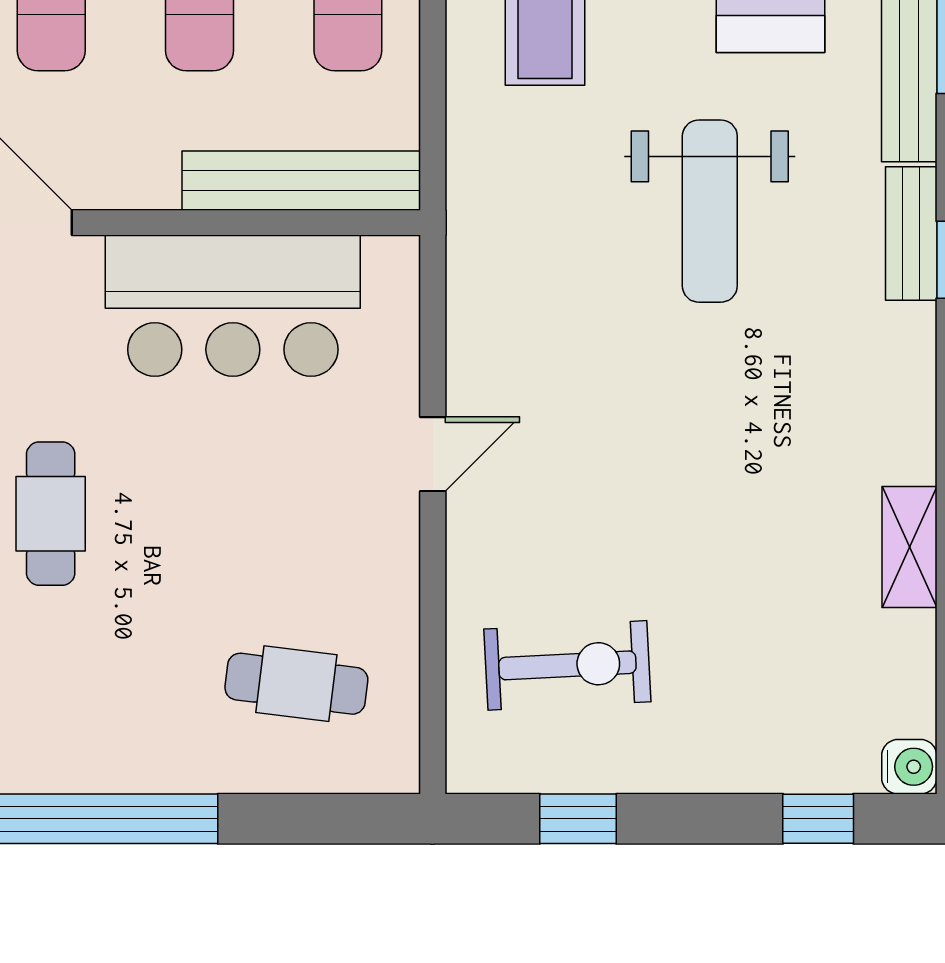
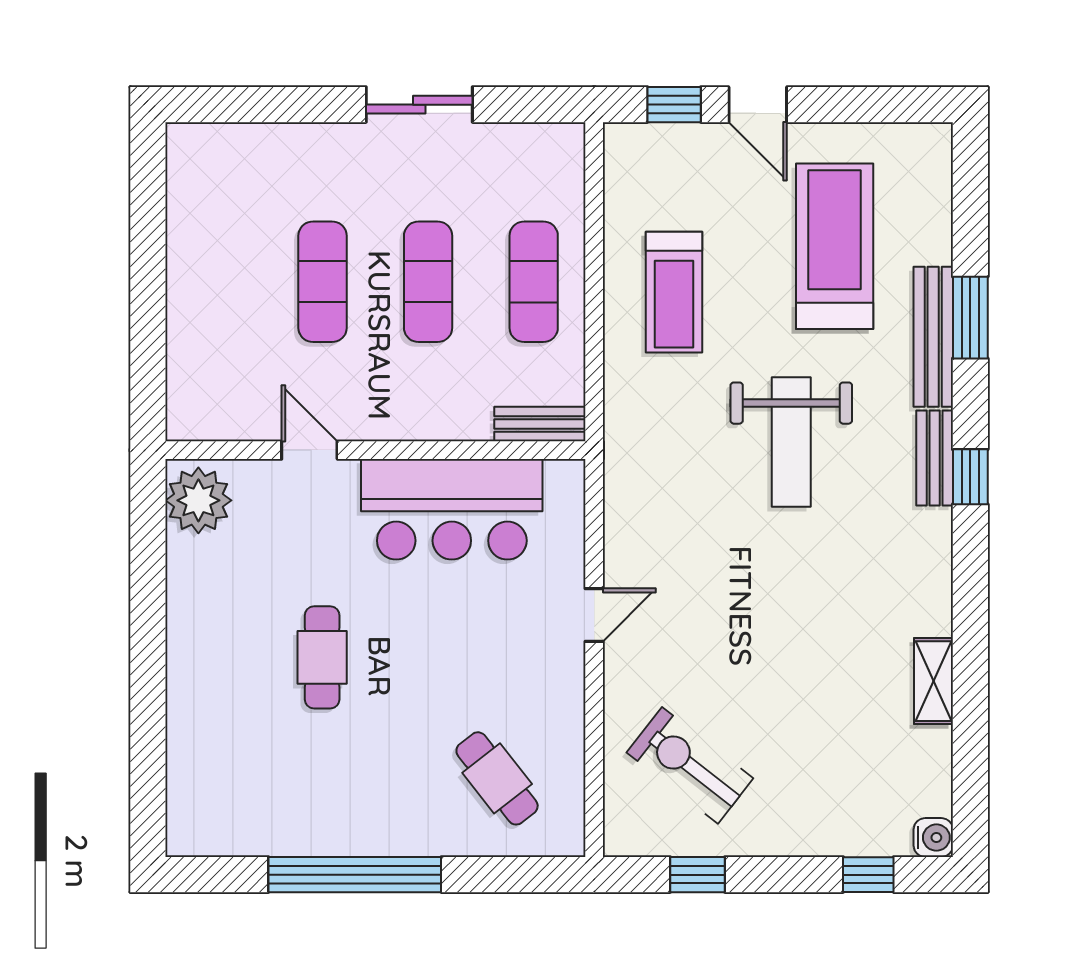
bench: (301, 181) -> (540, 424), width x0.54, depth x0.82
exercise bike: (567, 665) -> (690, 765), turned -139
cafe table: (296, 684) -> (497, 778), turned 45

